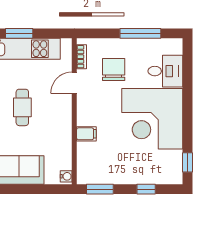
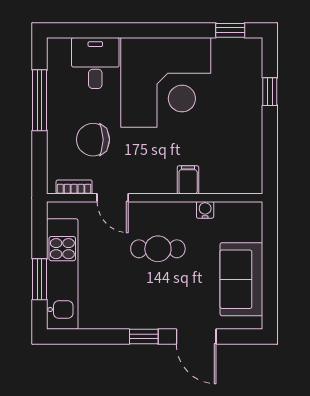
cafe table: (22, 107) -> (158, 249), moved
water cooler: (66, 176) -> (205, 210), moved
window: (100, 189) -> (270, 160), removed

